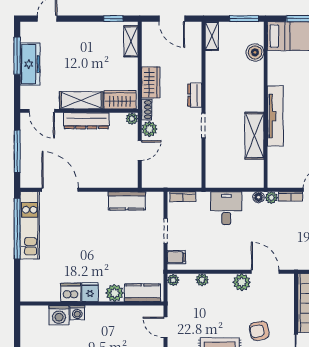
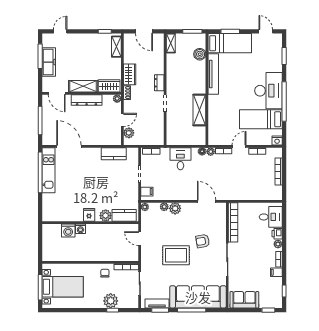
tv unit: (275, 116) -> (213, 74), moved
plant: (149, 129) -> (129, 133), moved
plant: (242, 282) -> (175, 208), moved
dishwasher: (71, 292) -> (76, 215), removed

